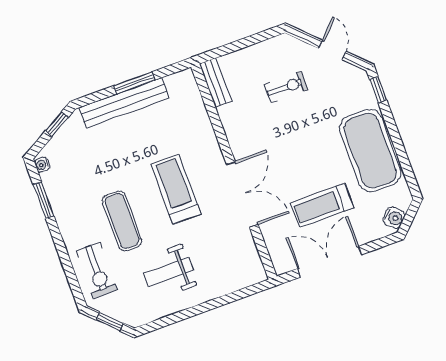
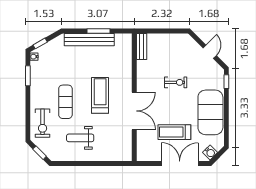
exercise bike: (286, 87) -> (176, 82), moved
window: (57, 124) -> (40, 43), moved
double door: (330, 262) -> (180, 163), moved

